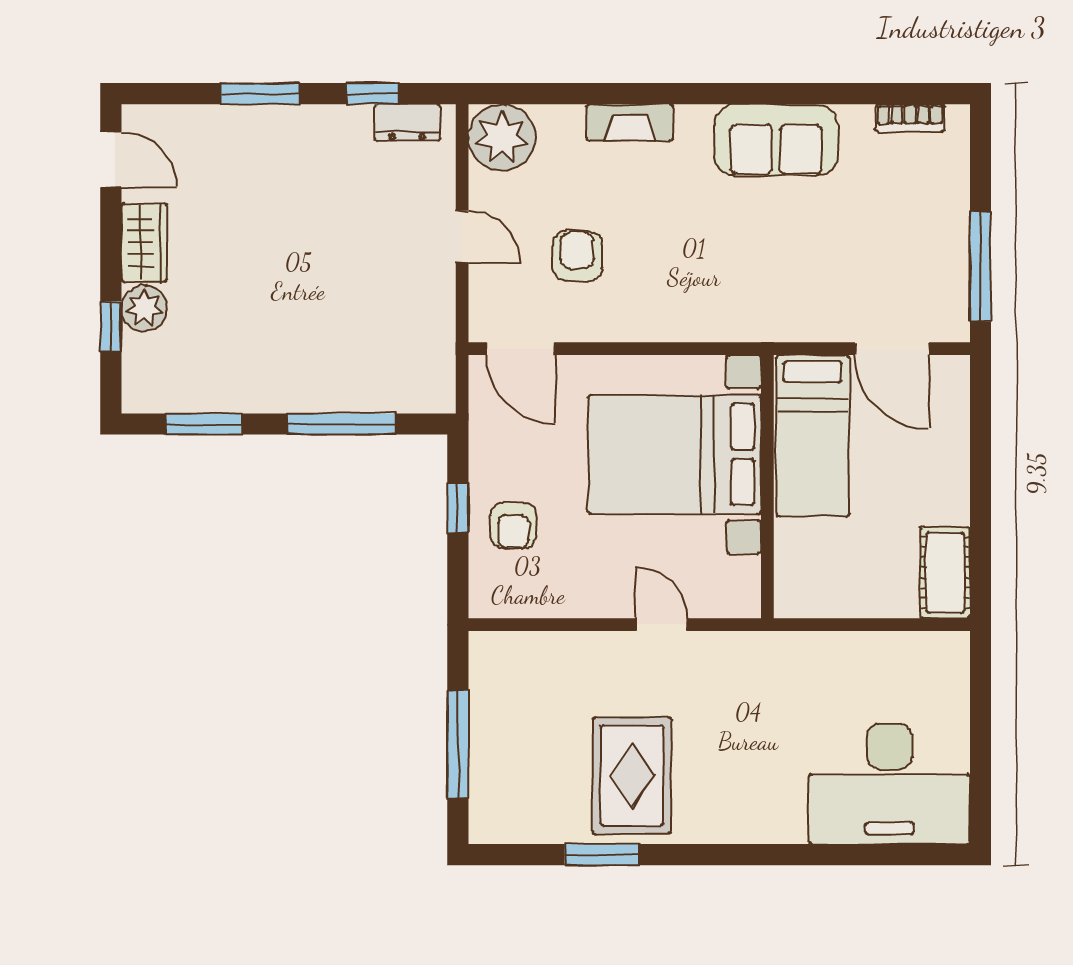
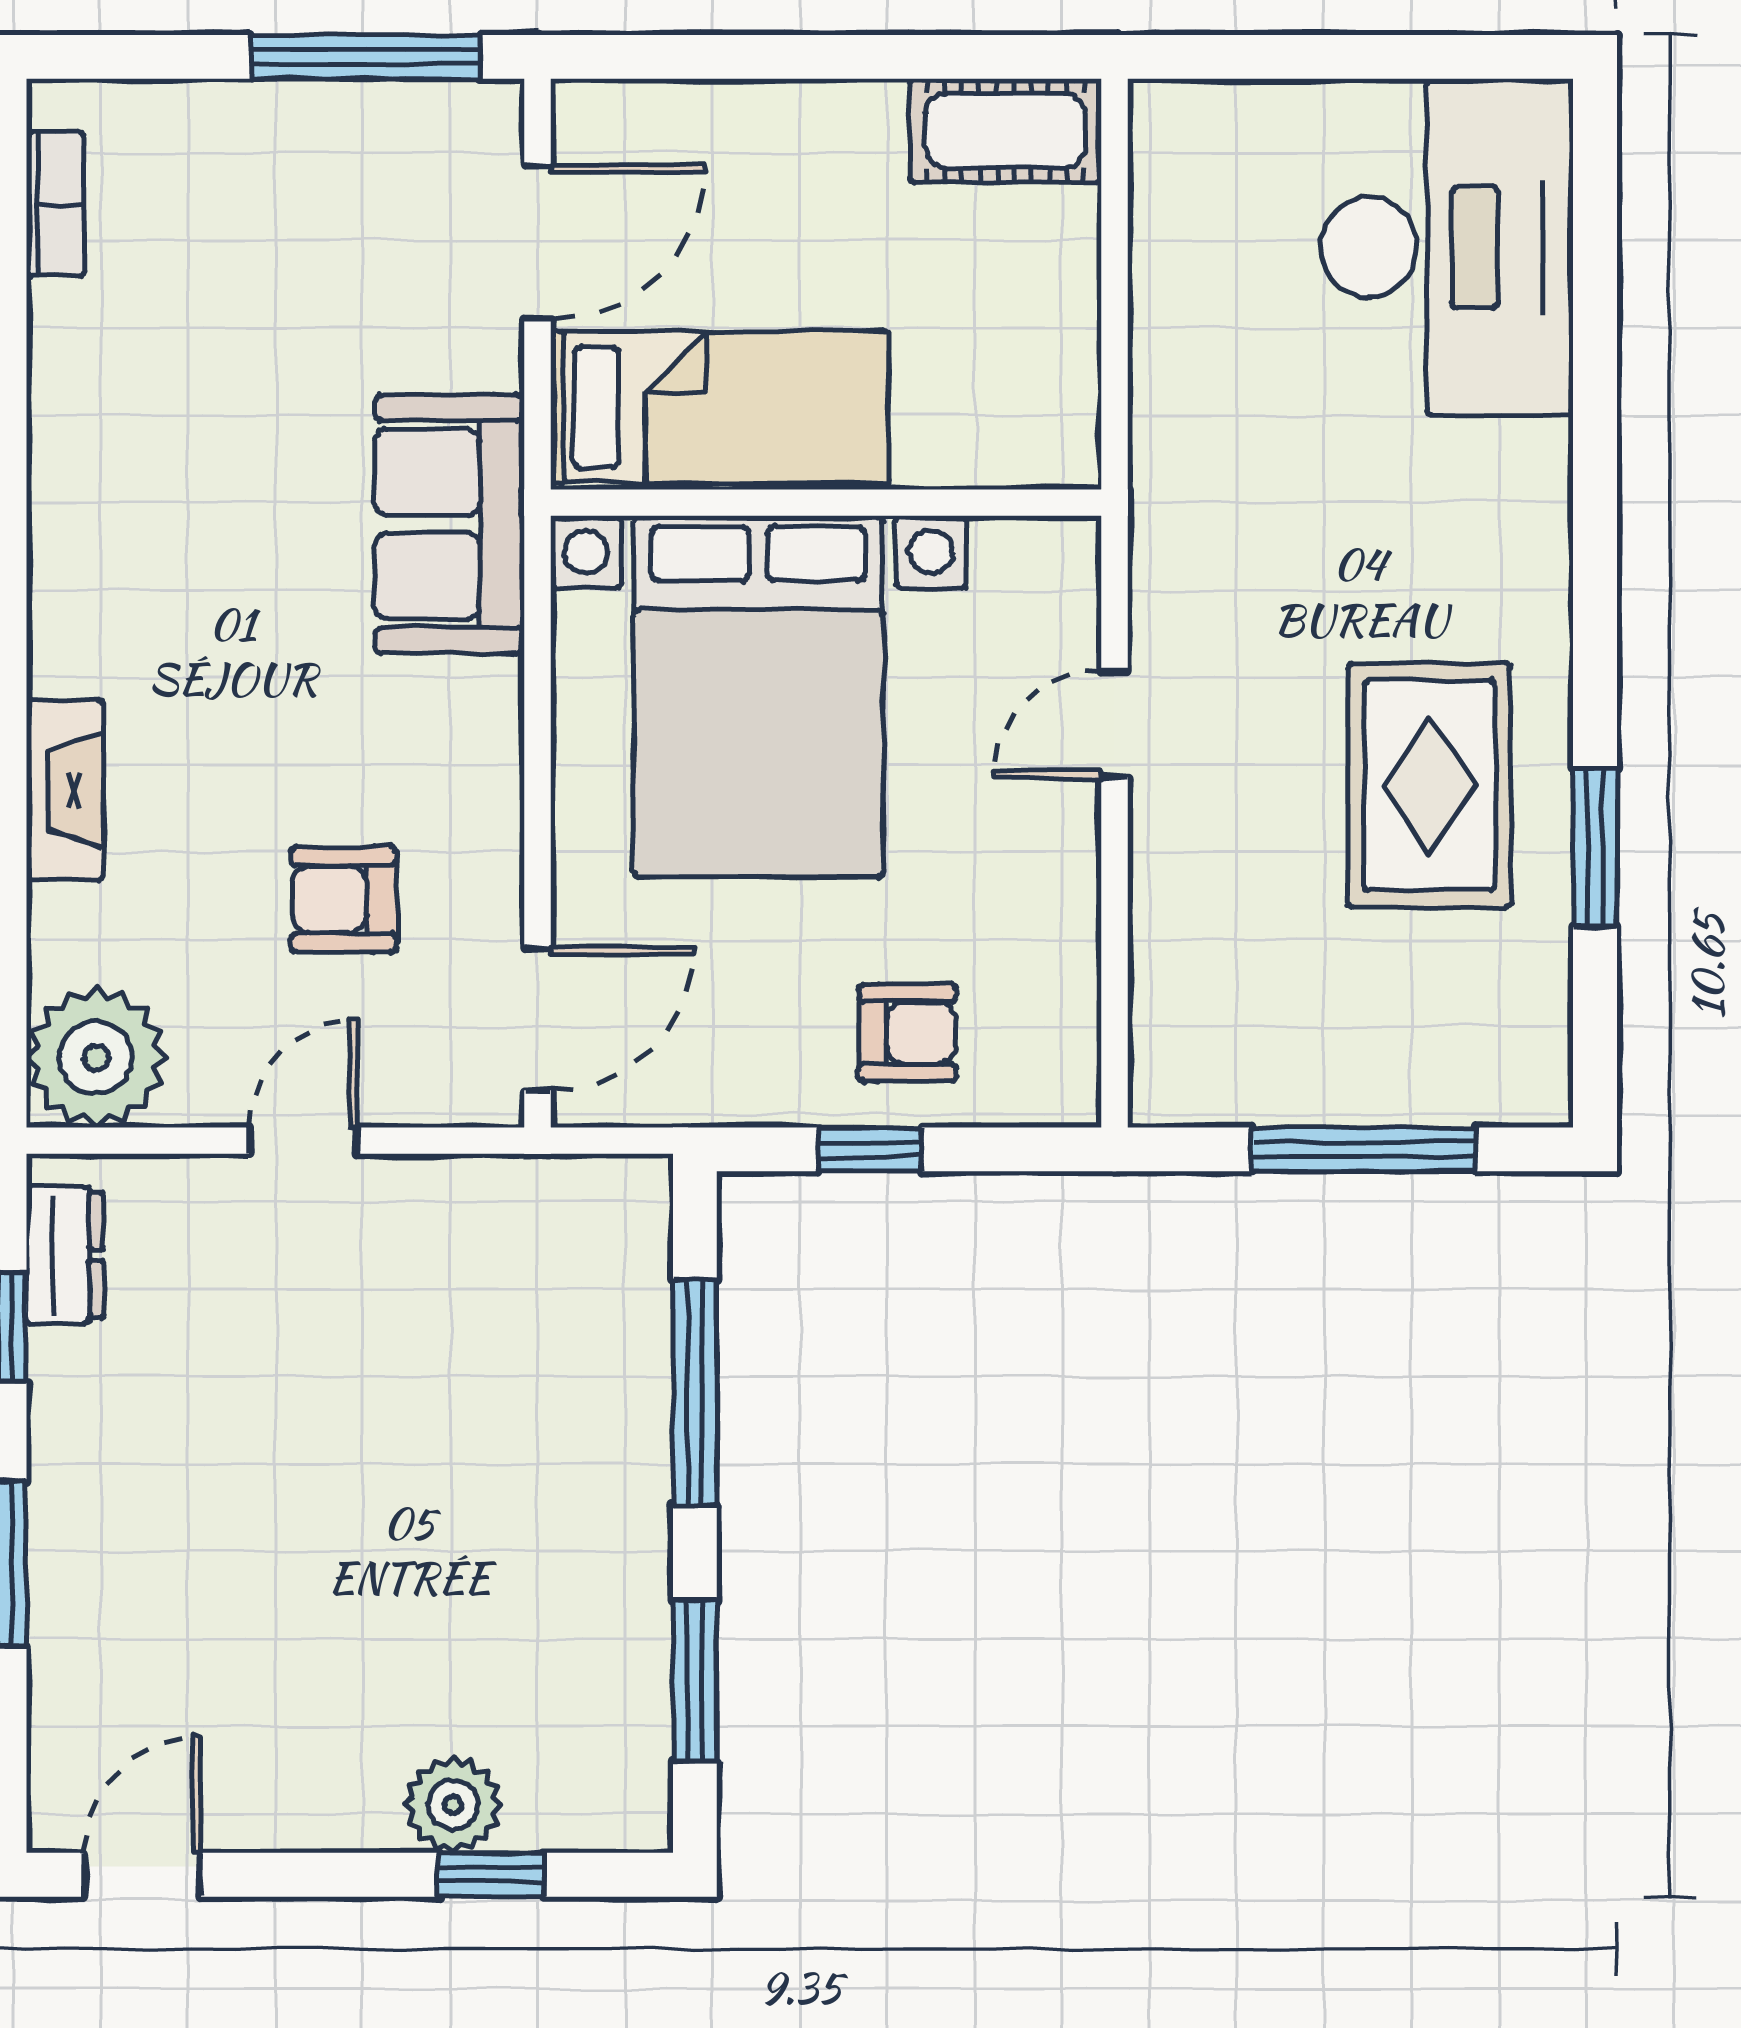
sofa: (776, 140) -> (450, 524), moved, turned 180
wardrobe: (144, 242) -> (315, 1805), removed
rug: (632, 775) -> (1429, 785), turned 90

